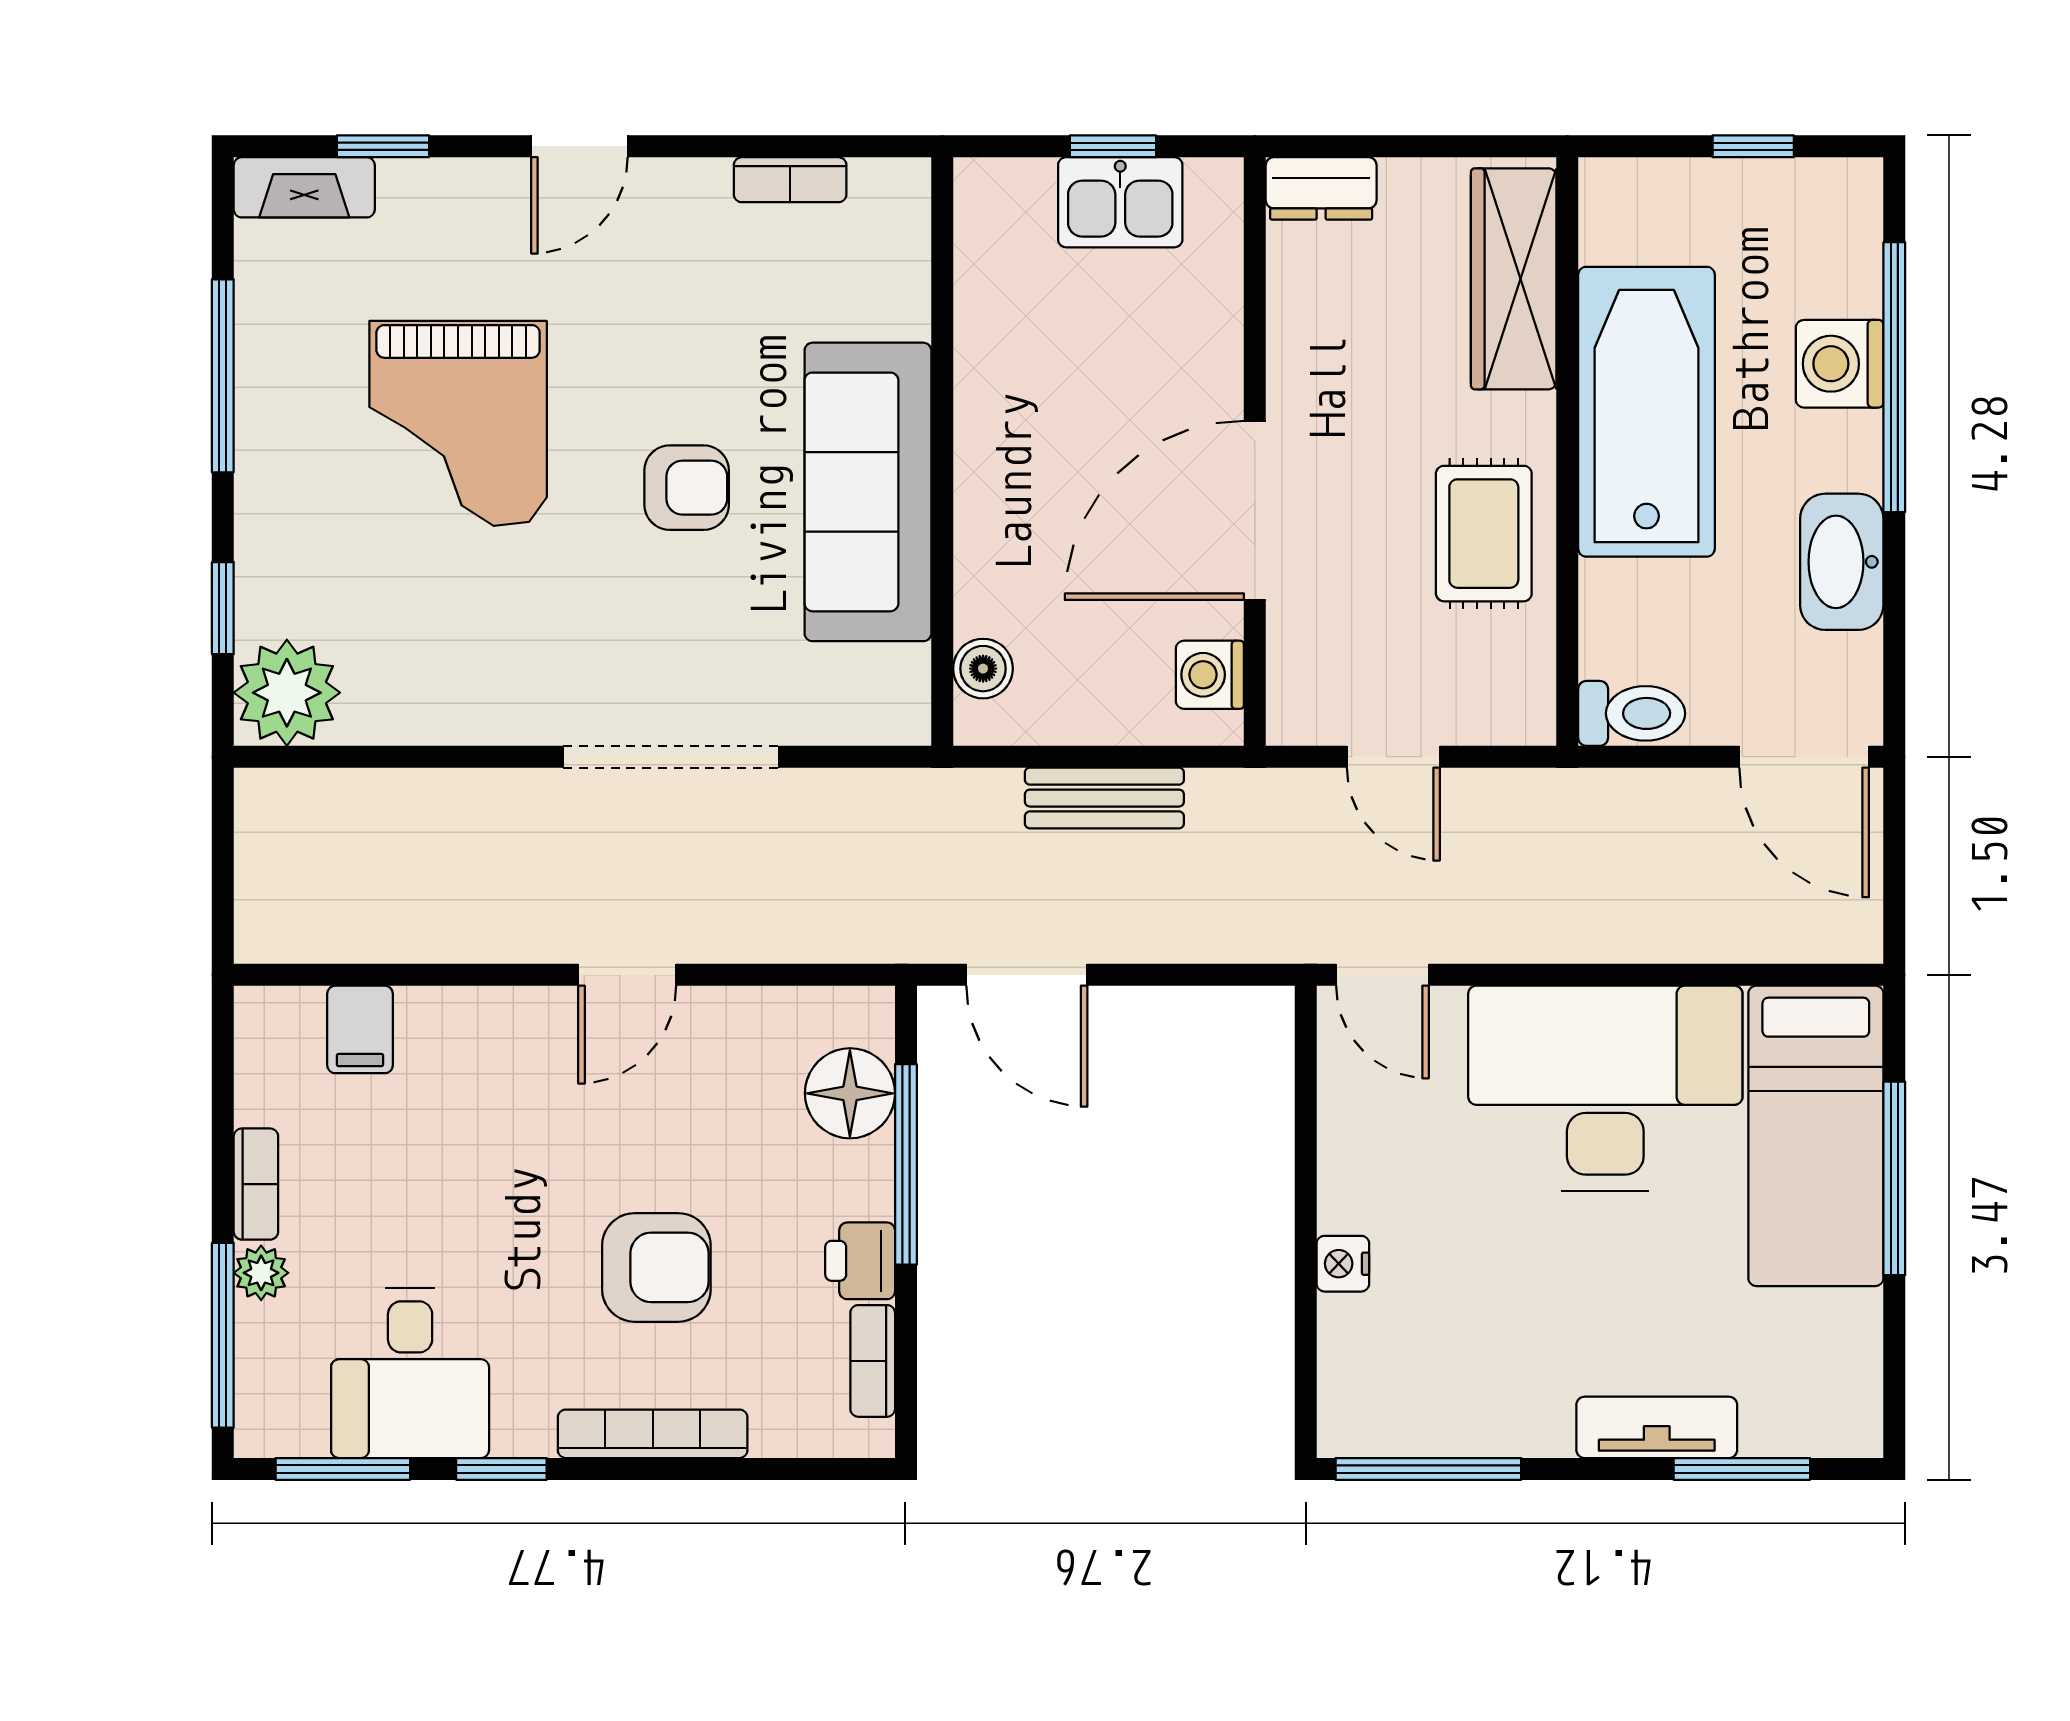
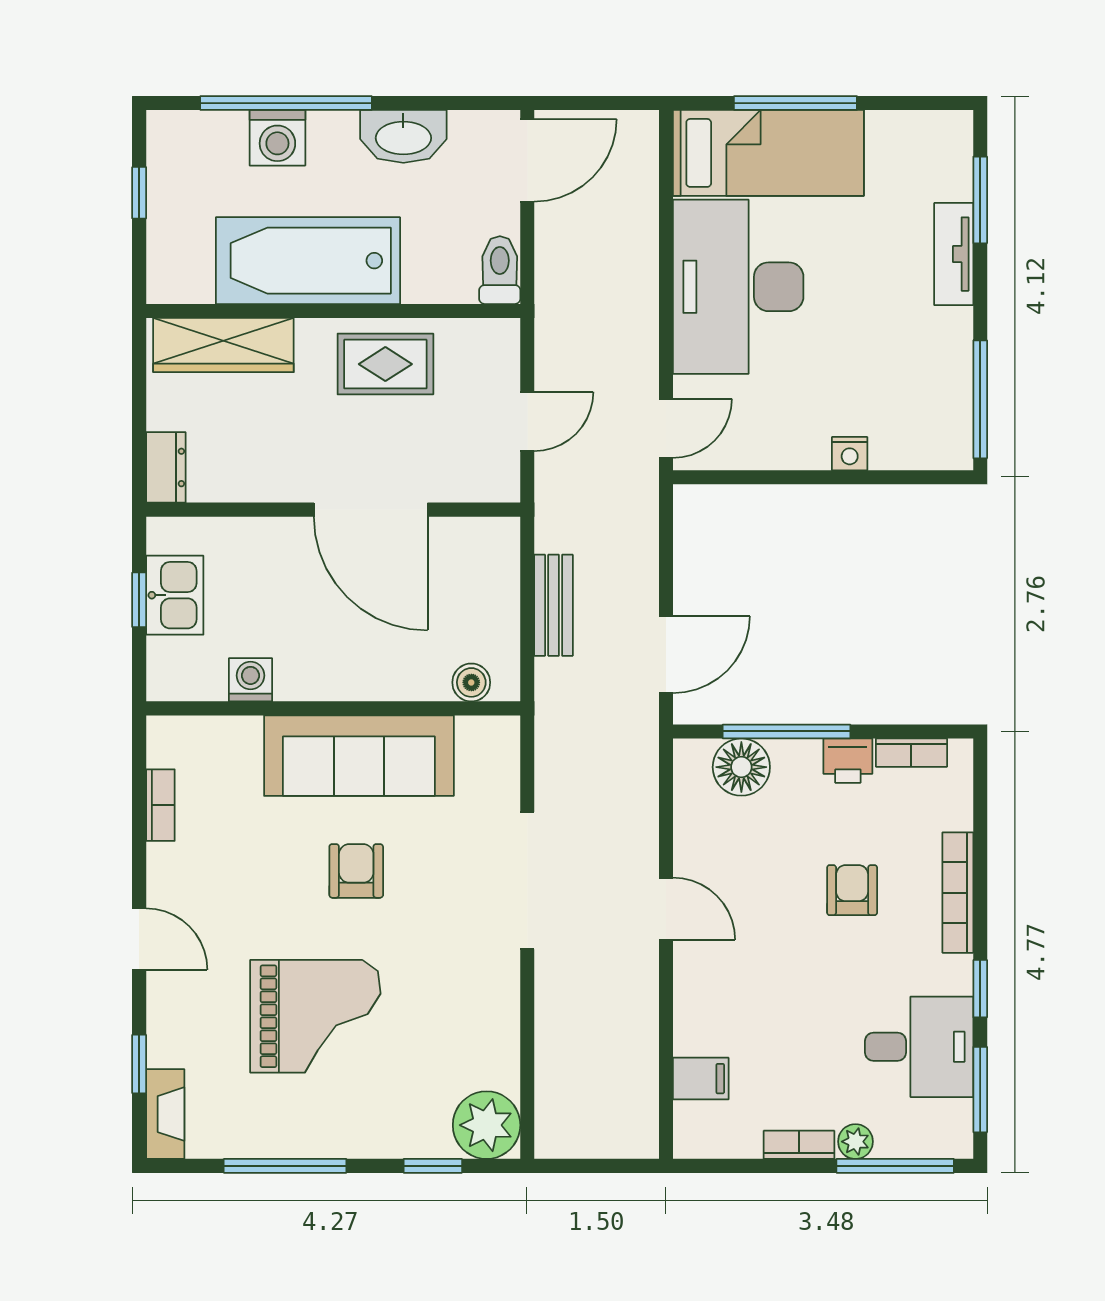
washing machine: (1210, 675) -> (250, 680), moved, turned 180
armchair: (656, 1267) -> (852, 890), width x0.72, depth x0.72

